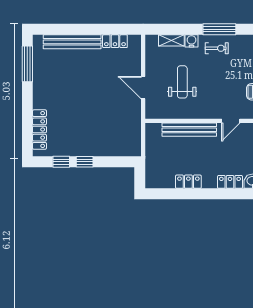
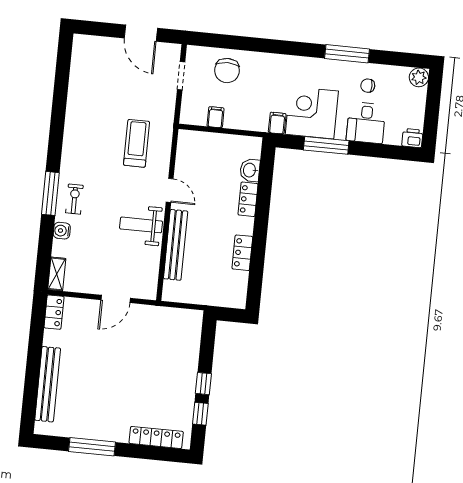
shelving: (171, 40) -> (57, 274), moved
locker: (115, 41) -> (54, 312), moved
window: (27, 64) -> (92, 447), moved
weight bench: (182, 82) -> (141, 225), moved

